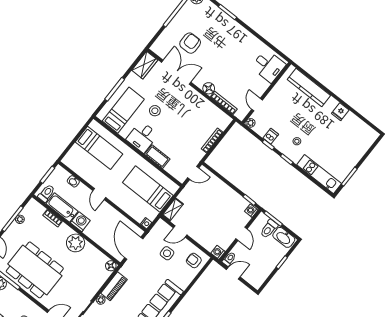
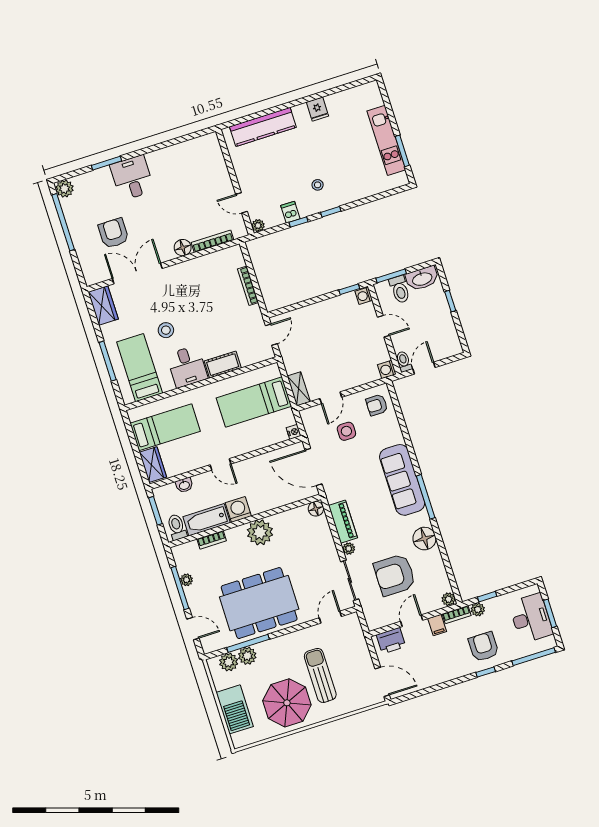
desk: (268, 66) -> (132, 178), moved, turned -90
wardrobe: (73, 155) -> (153, 465), added
kitchen unit: (319, 174) -> (386, 140), moved, turned -90

